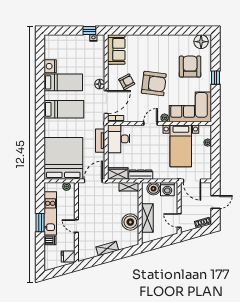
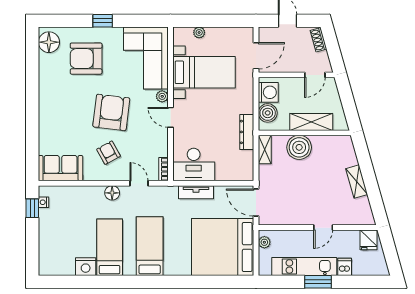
door: (106, 102) -> (139, 183), width x0.53
wardrobe: (118, 173) -> (245, 166), removed
boiler: (130, 222) -> (299, 147), moved

